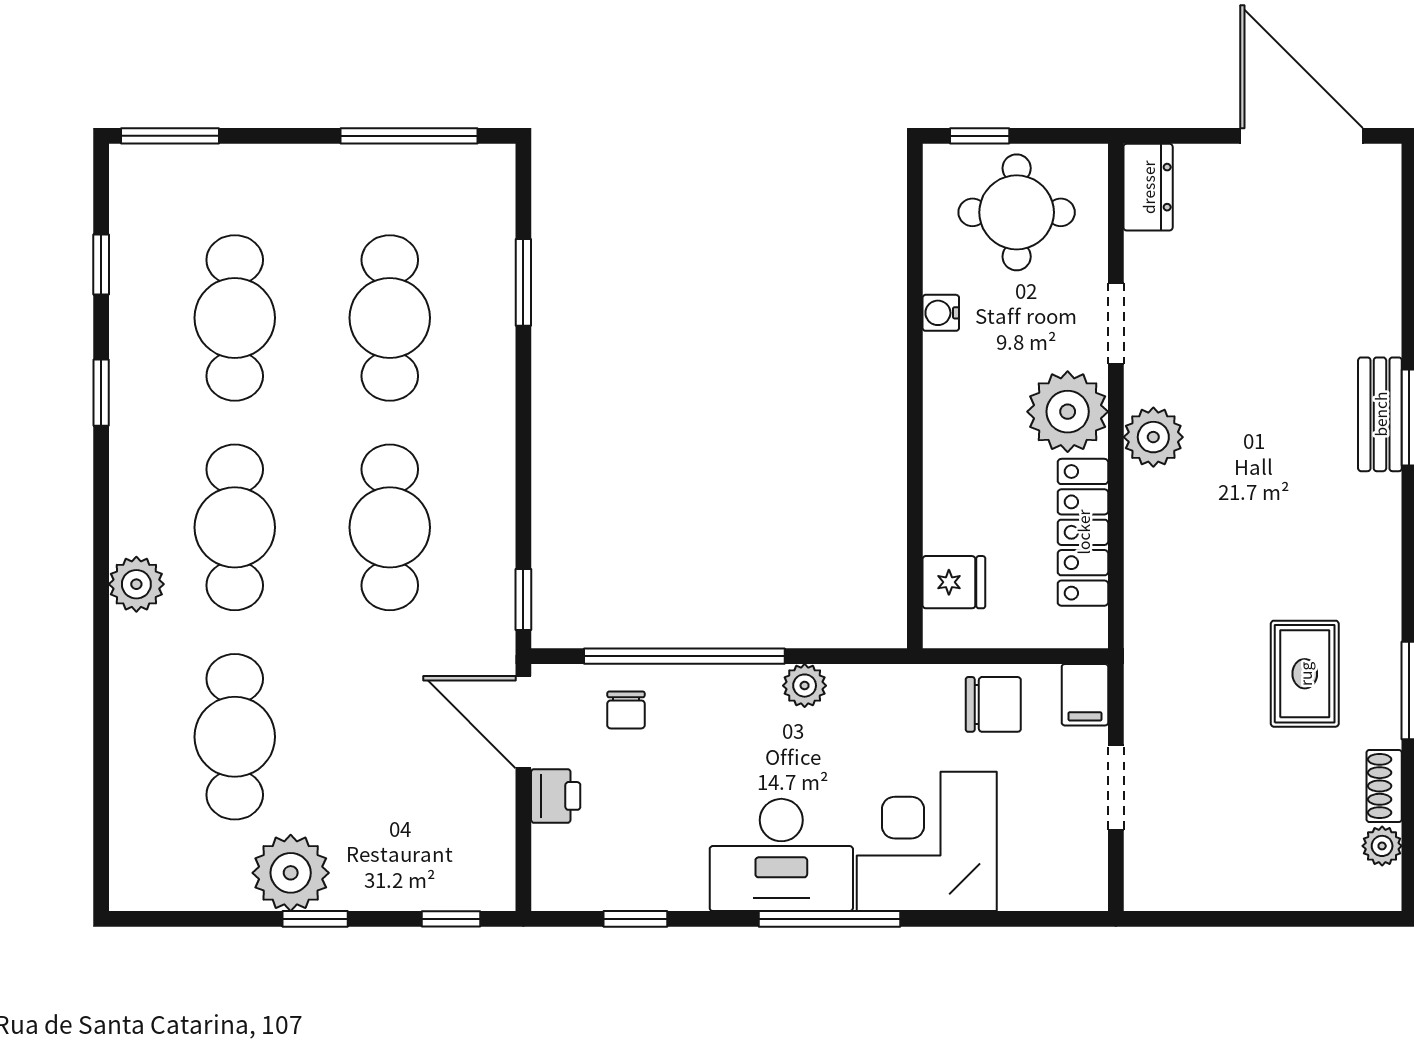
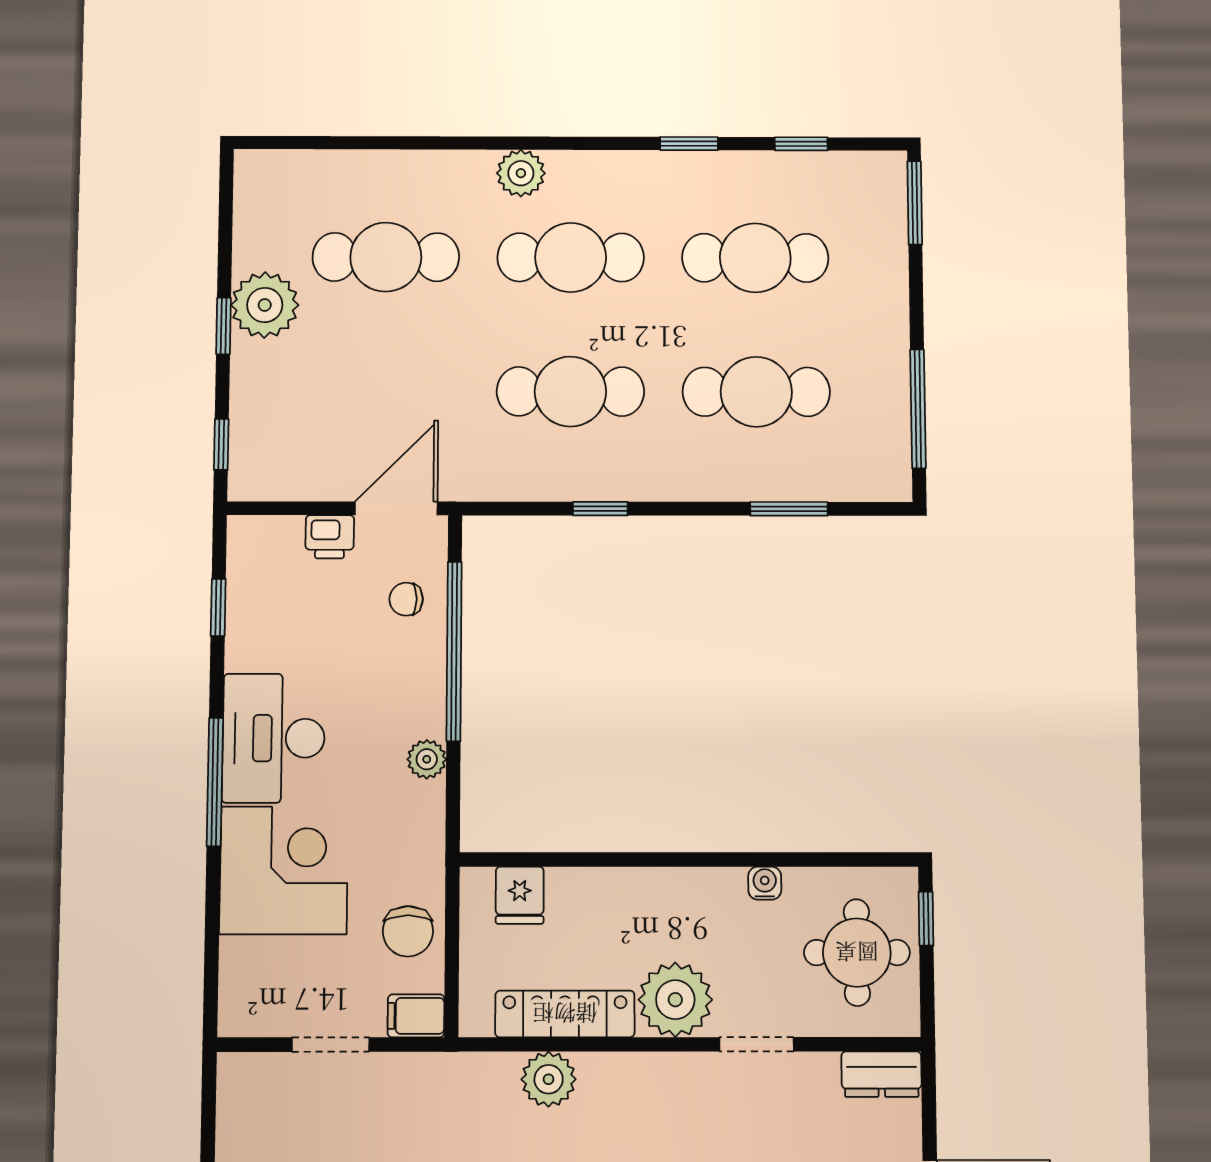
plant: (1153, 437) -> (549, 1079), moved
window: (523, 599) -> (600, 509), moved

